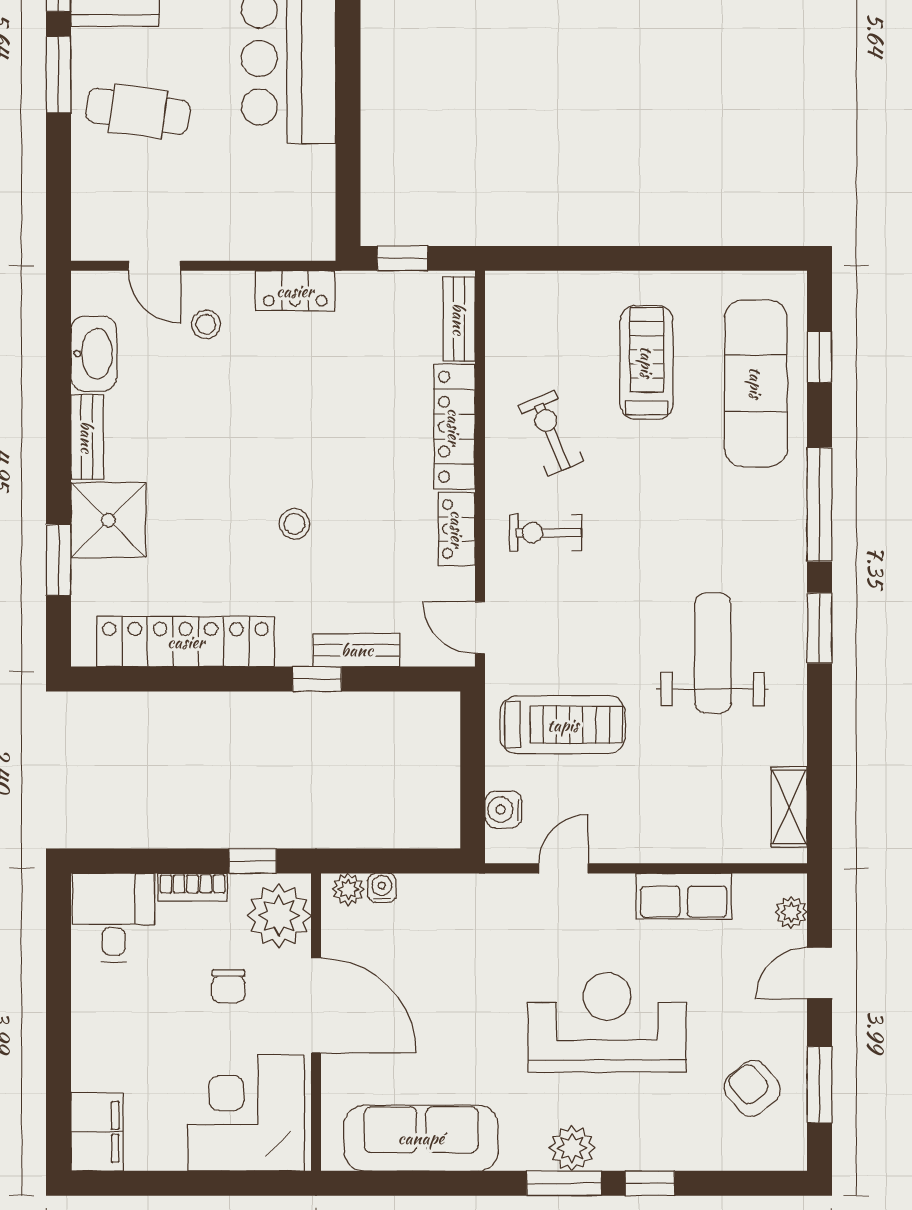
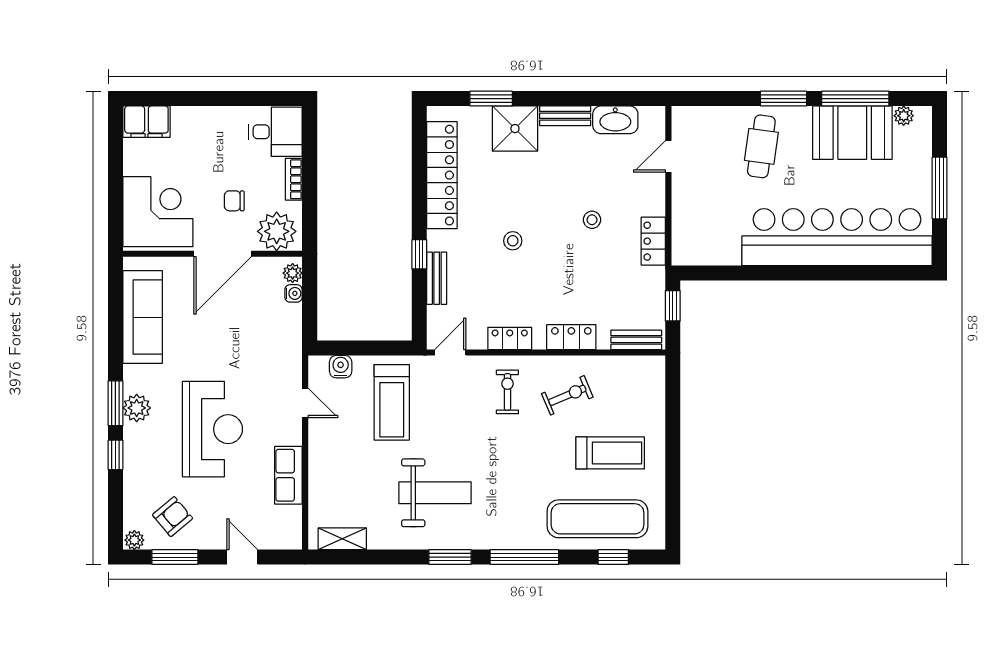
stool: (206, 324) -> (592, 220), moved
locker: (454, 427) -> (571, 337), width x0.66
window: (253, 861) -> (310, 216), removed
plant: (791, 912) -> (134, 540), moved

